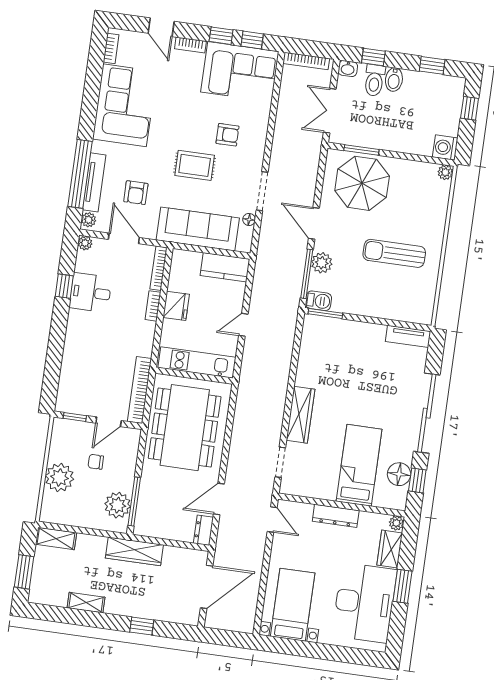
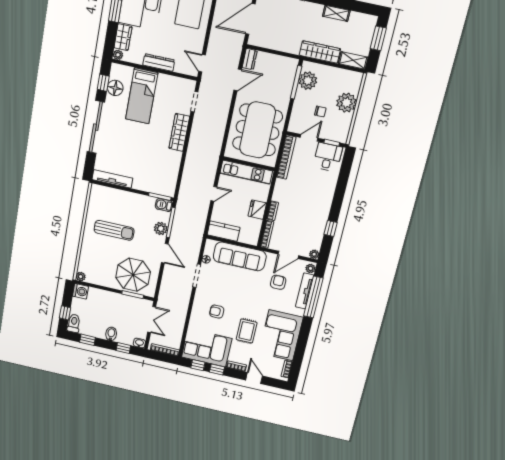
toilet: (374, 80) -> (74, 323), moved
rug: (195, 165) -> (247, 331), moved, turned 90
door: (124, 238) -> (288, 255), hinge flipped
desk: (90, 293) -> (328, 157), moved, turned -90
tv unit: (408, 336) -> (112, 179), width x1.41
wardrobe: (134, 551) -> (320, 52), moved

